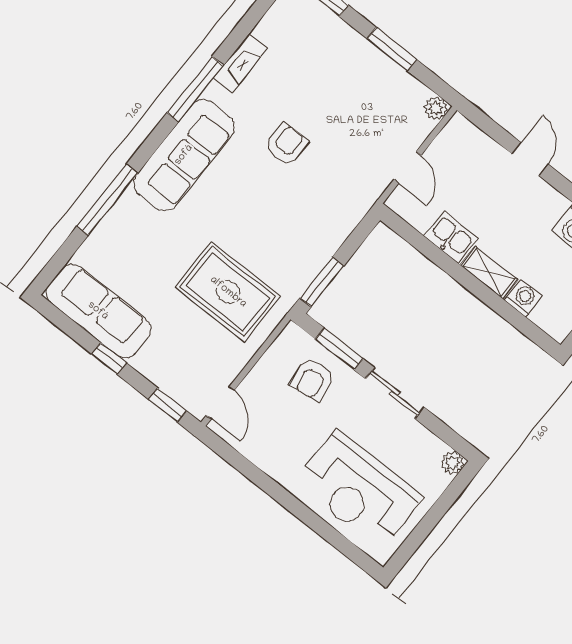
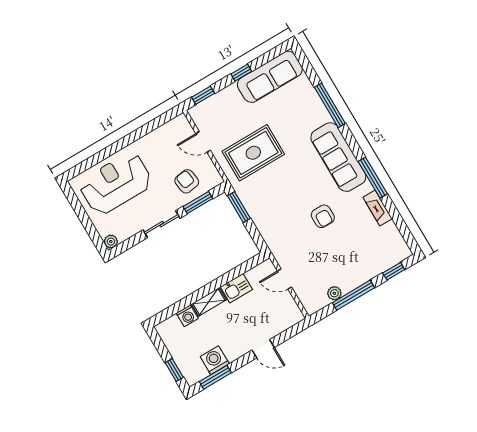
window: (392, 49) -> (353, 295), width x1.44
plant: (436, 108) -> (334, 293), moved
door: (220, 403) -> (203, 142), moved

